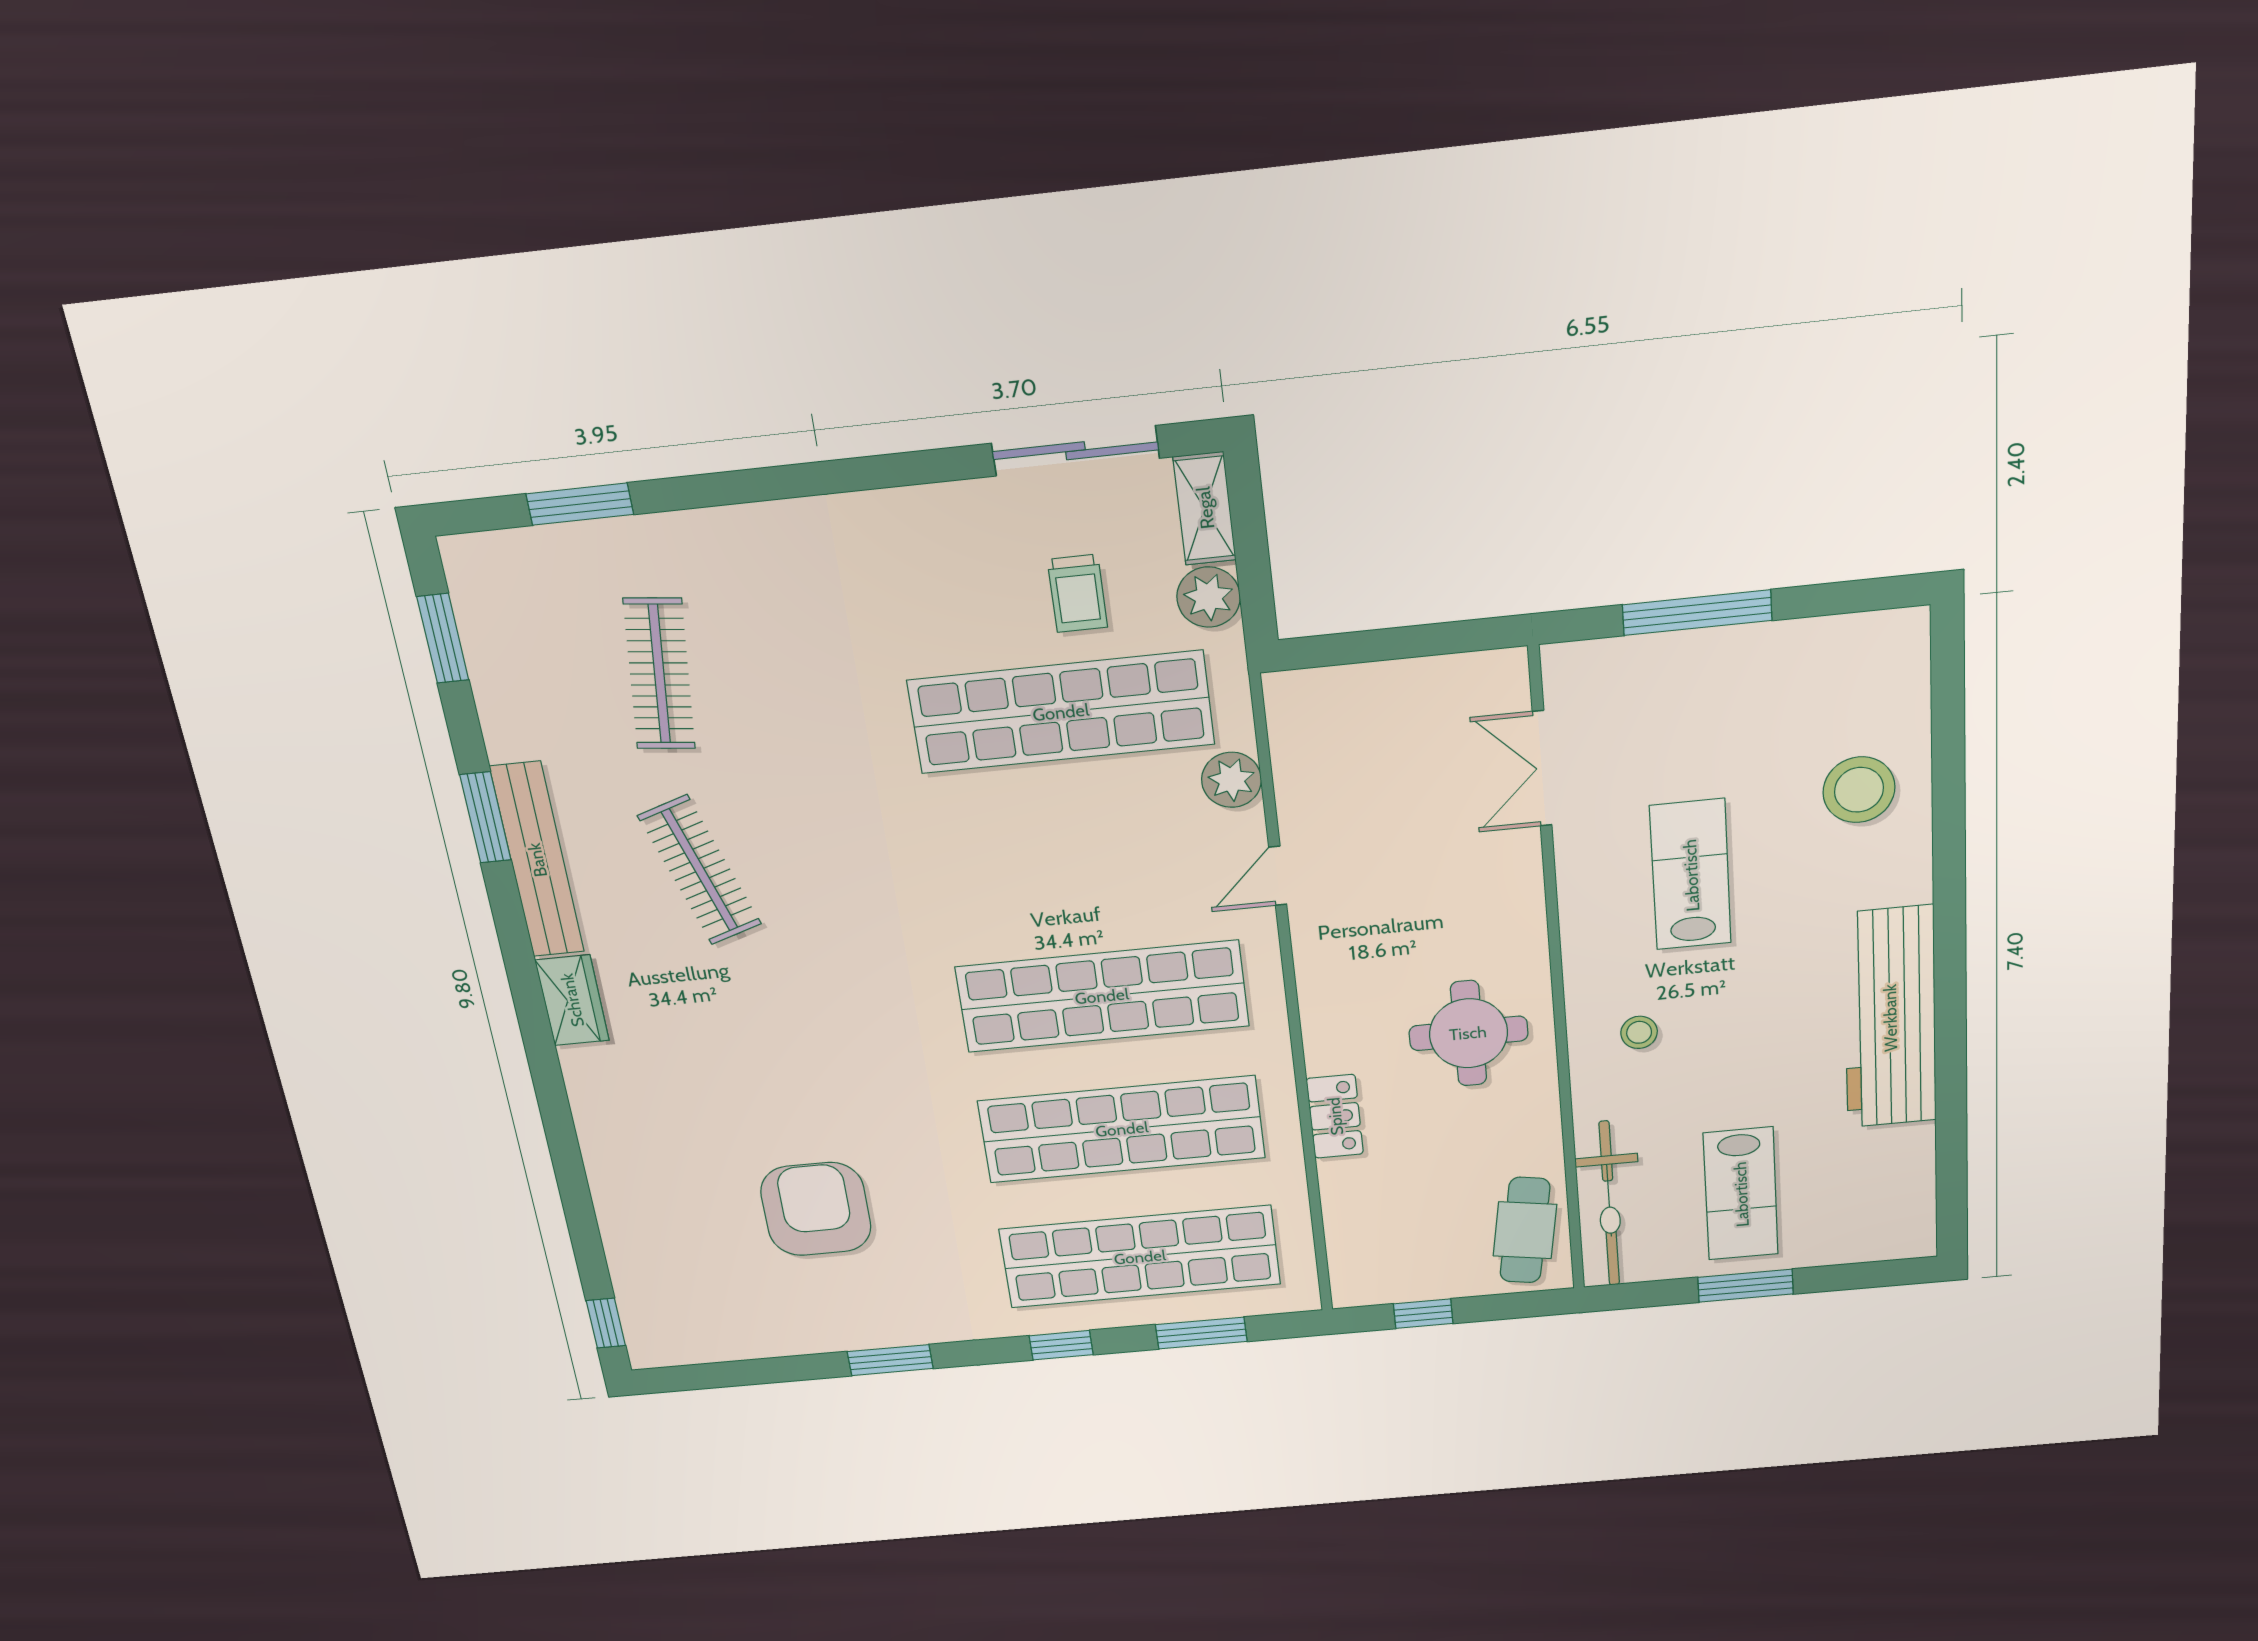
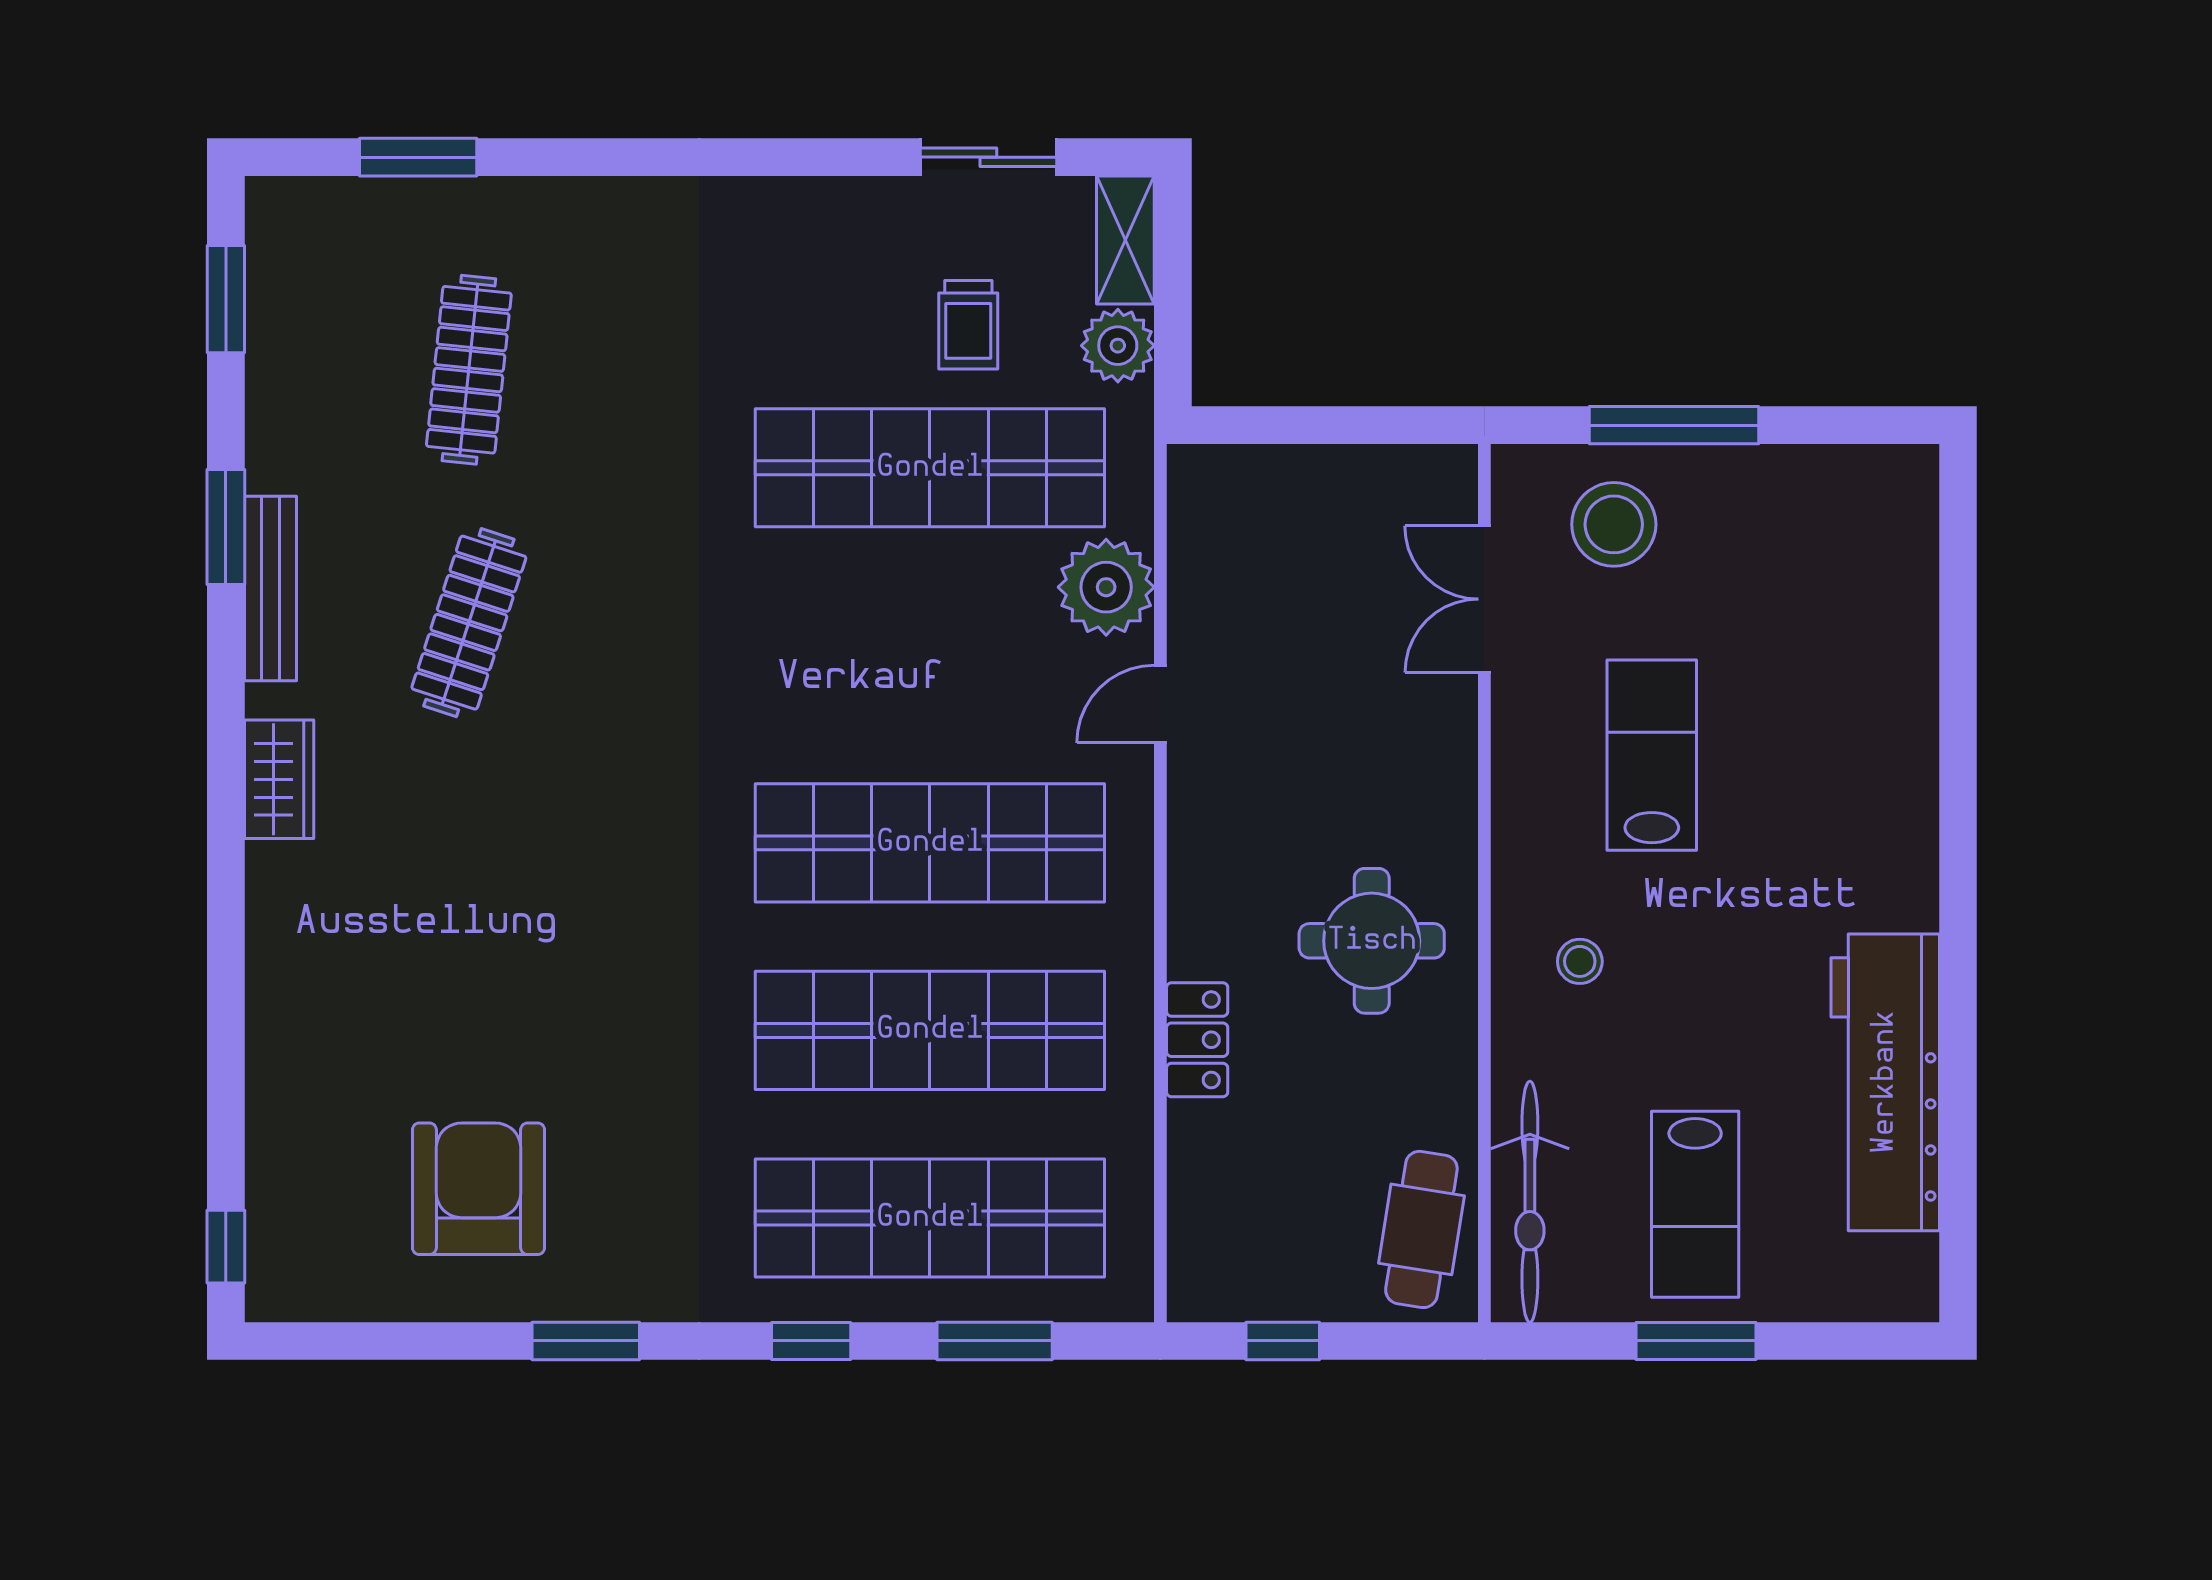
sliding door: (1075, 451) -> (988, 157), width x0.73
plant: (1231, 780) -> (1106, 587), width x1.36, depth x1.36
stool: (1859, 790) -> (1614, 524), moved
bench: (537, 860) -> (270, 589), width x0.73, depth x0.82
clothes rail: (700, 870) -> (469, 623), turned 36
workbench: (1890, 1018) -> (1885, 1082), moved
armchair: (816, 1209) -> (478, 1189), moved

